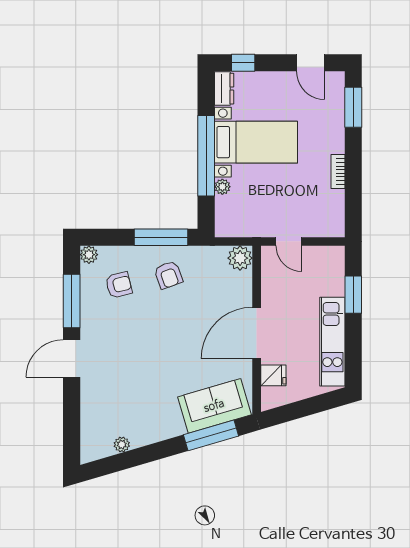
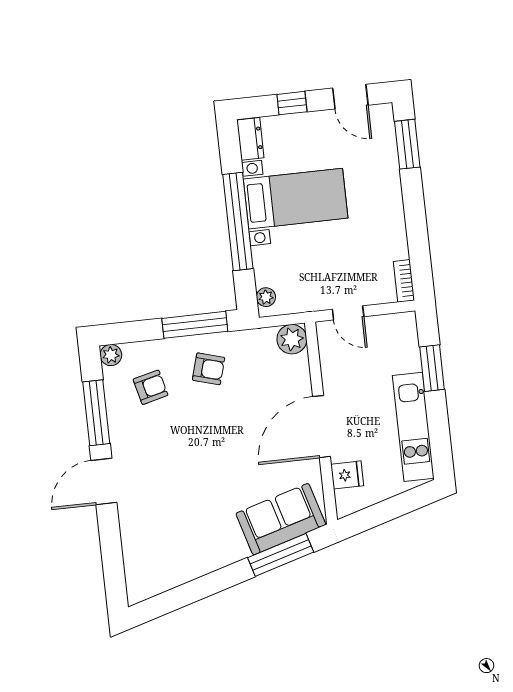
window: (243, 63) -> (292, 103), moved
bookcase: (338, 171) -> (404, 281), moved
plant: (222, 187) -> (266, 297), moved
armchair: (168, 275) -> (209, 369), turned -54
plant: (122, 445) -> (175, 578), removed

